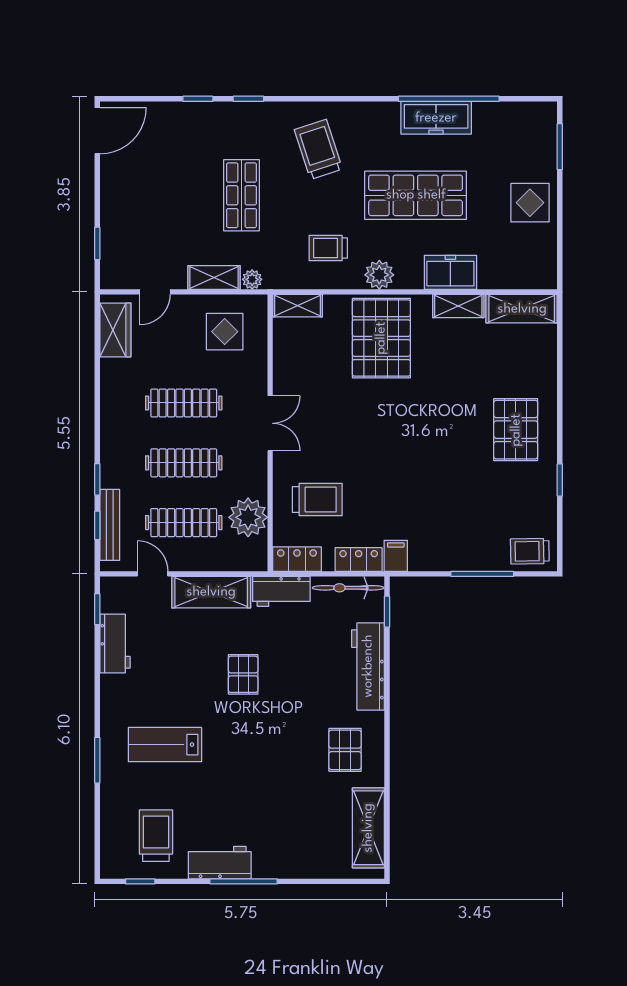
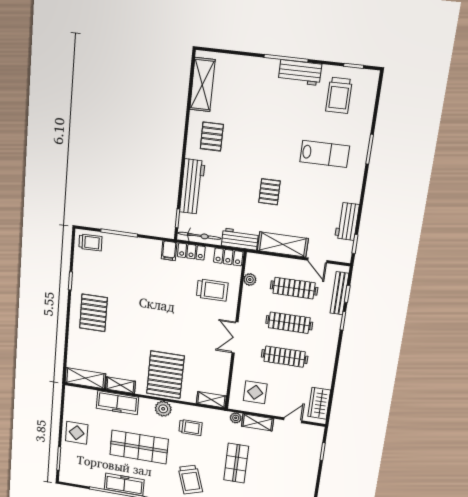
freezer: (450, 272) -> (117, 403), width x1.40
trolley: (317, 499) -> (212, 290), turned 180
plant: (248, 517) -> (250, 280), width x0.53, depth x0.53

